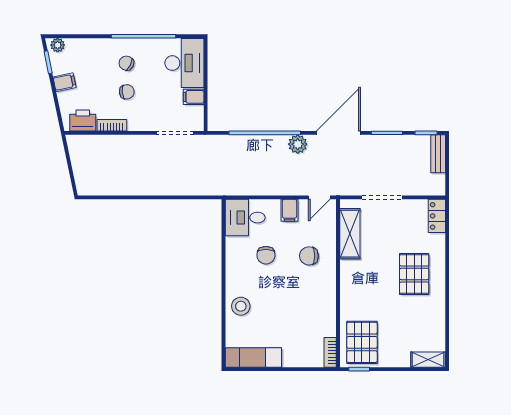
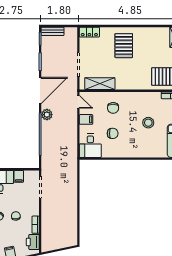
door: (338, 133) -> (40, 91), swing flipped
pallet: (414, 274) -> (124, 46), turned 90
stool: (241, 306) -> (148, 123), moved

